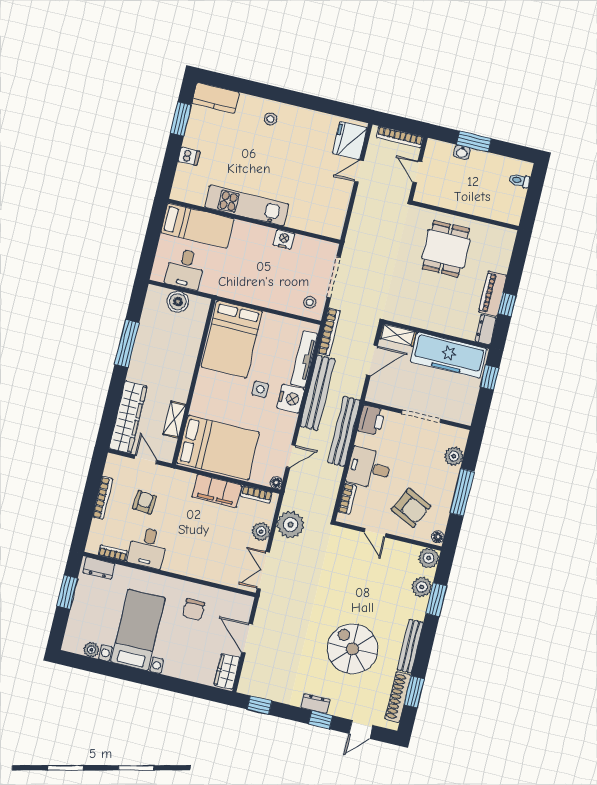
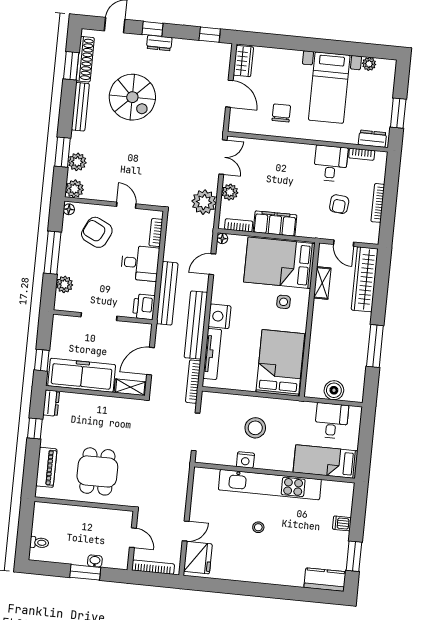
stool: (270, 119) -> (258, 527), moved
kitchen unit: (247, 206) -> (270, 485), width x1.36
piano: (493, 294) -> (46, 467), moved
stool: (310, 302) -> (255, 428), moved, width x1.89, depth x1.89
side table: (260, 389) -> (284, 302), moved

